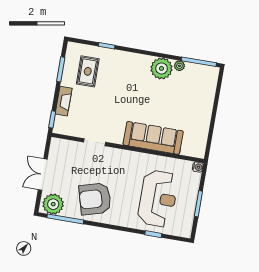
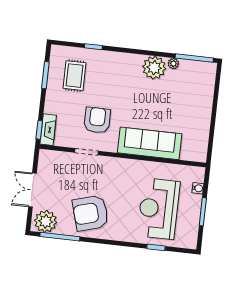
fireplace: (64, 101) -> (48, 130), moved
armchair: (106, 114) -> (97, 120), added
water cooler: (198, 167) -> (198, 188), moved
reception desk: (158, 199) -> (159, 209), turned 180

